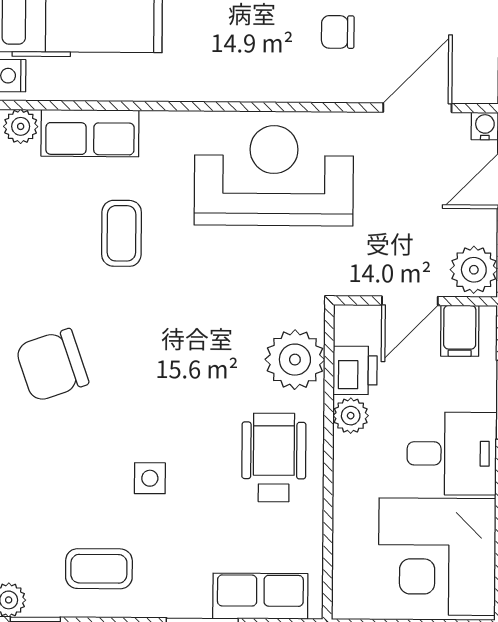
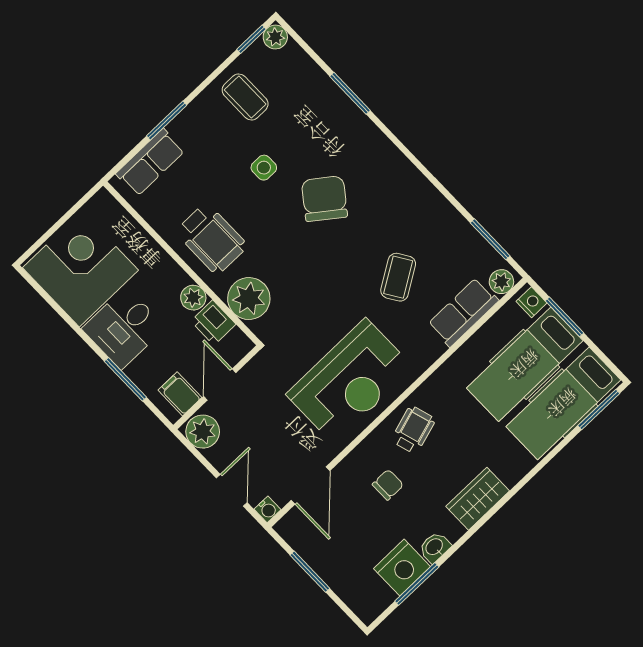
wheelchair: (257, 63) -> (413, 430), added
coffee table: (121, 233) -> (398, 277), turned 58
chair: (52, 365) -> (324, 199), moved, turned -34
coffee table: (99, 569) -> (245, 97), turned 90

